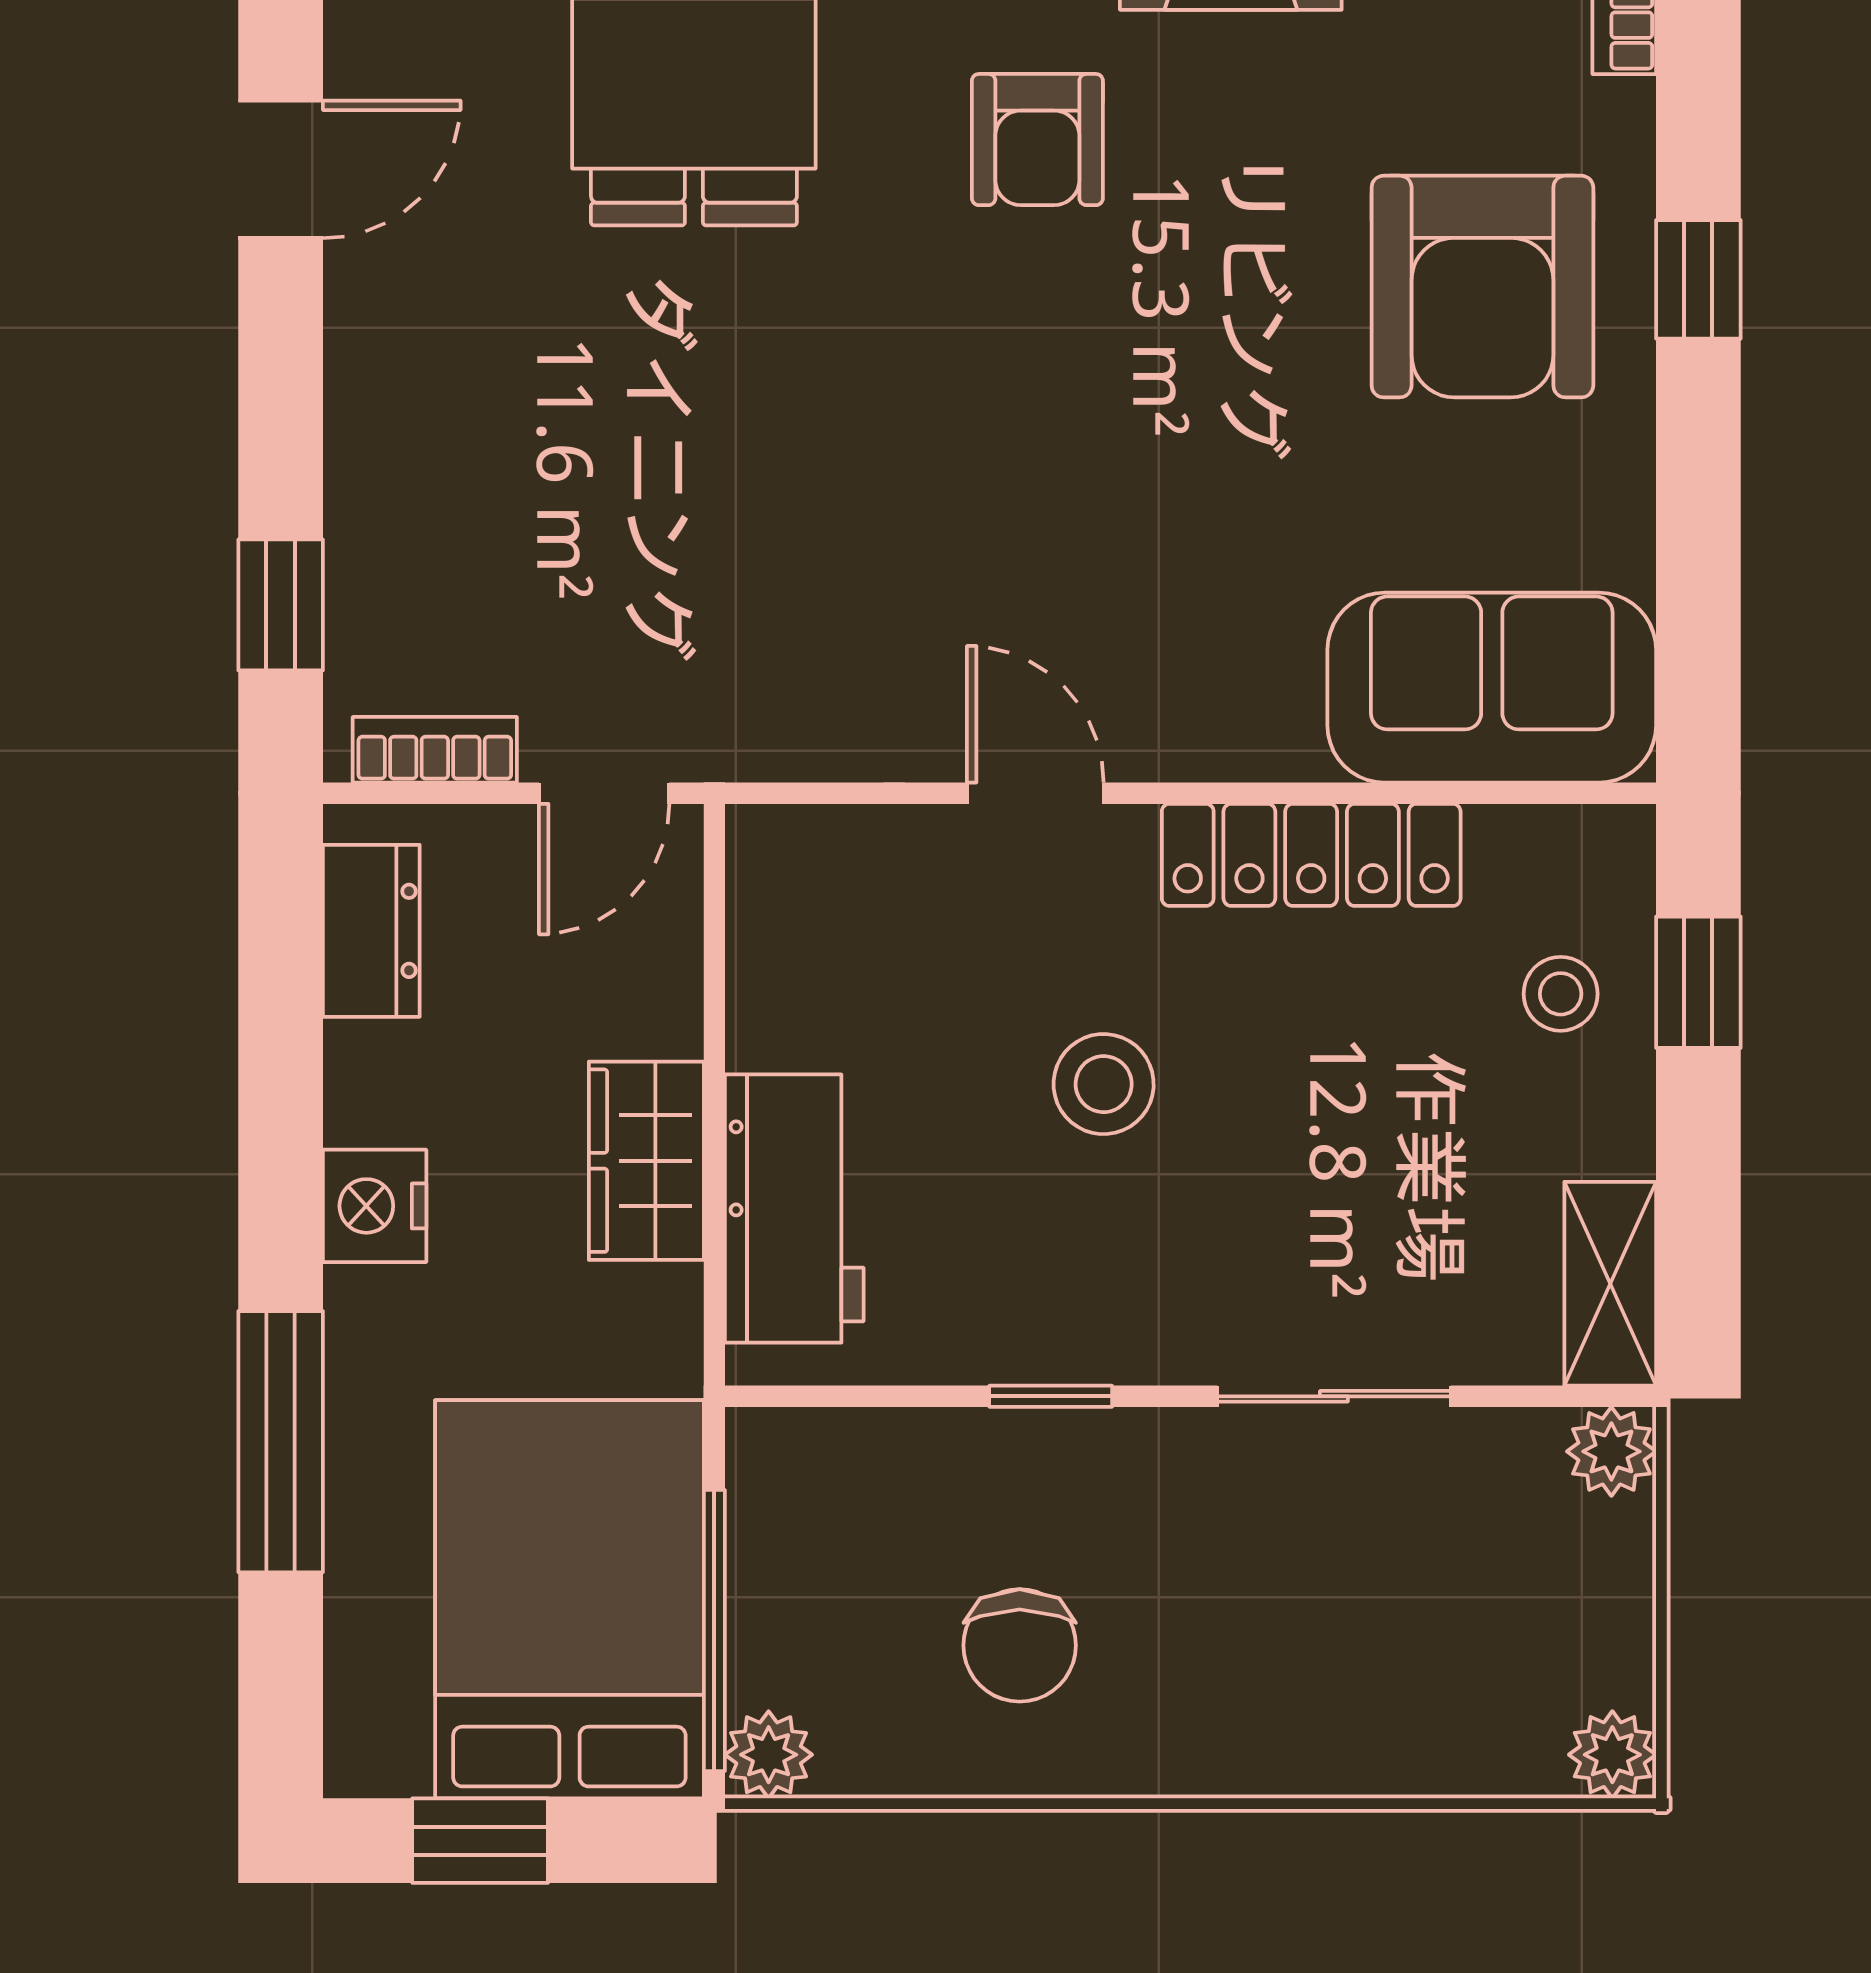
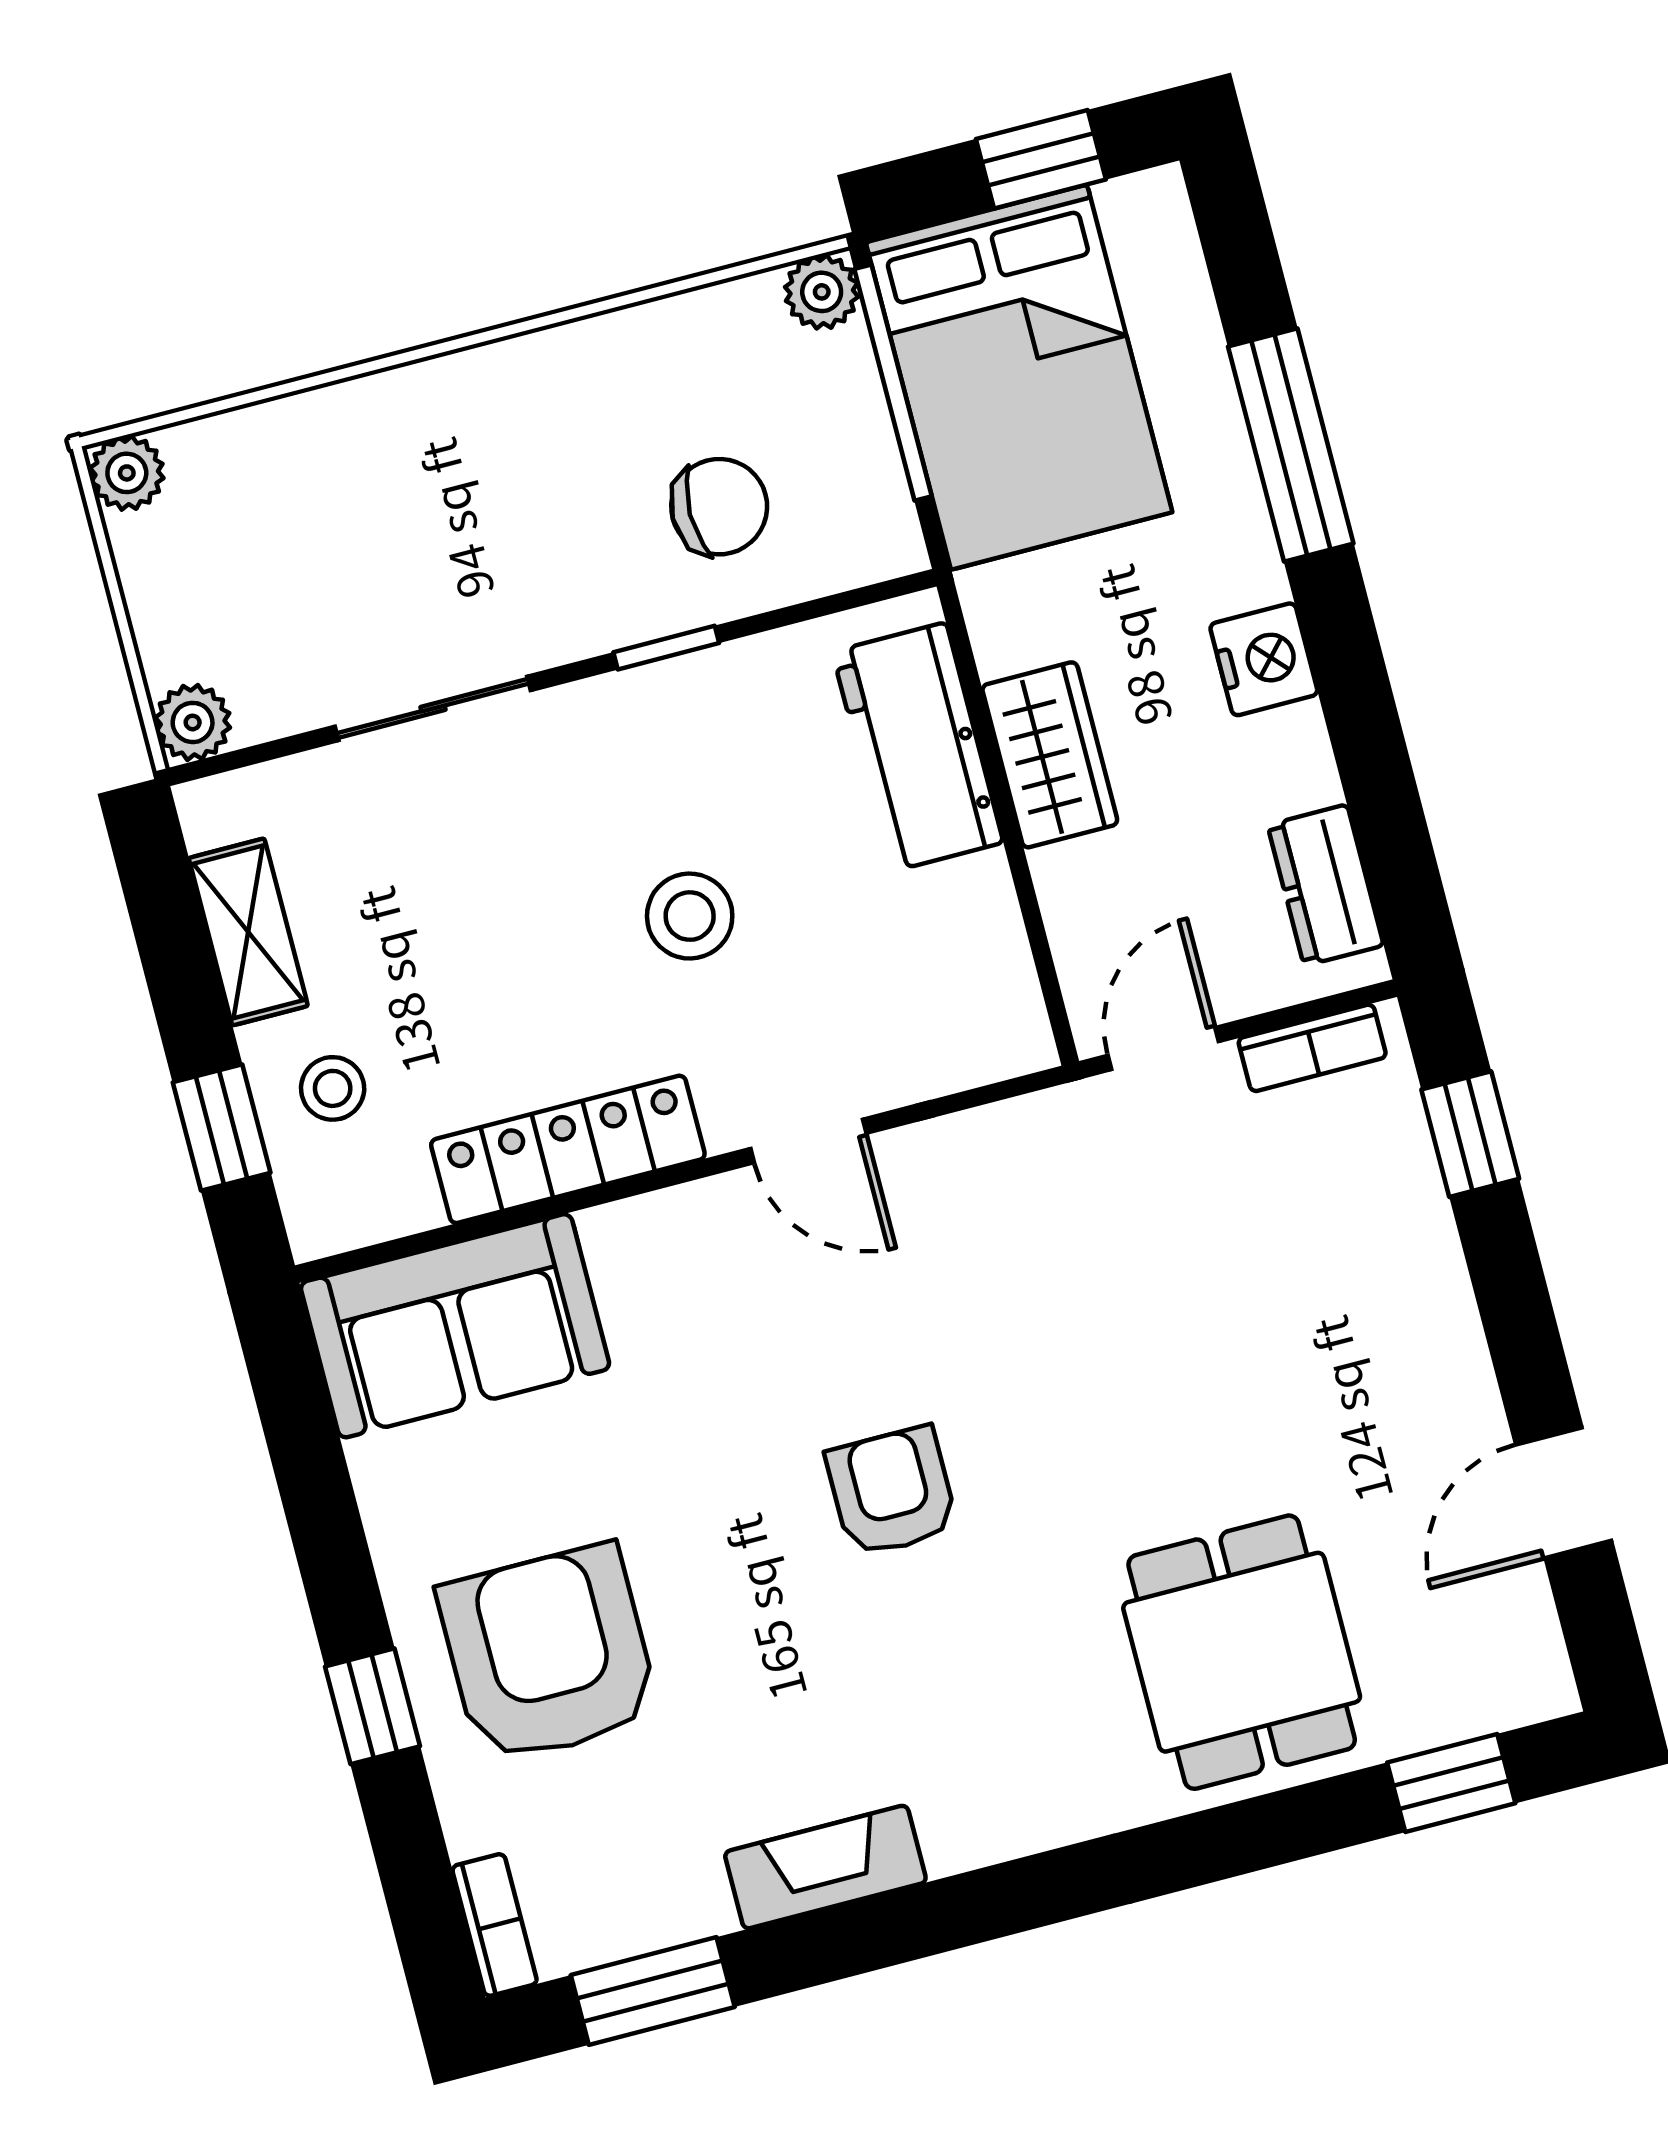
armchair: (1037, 140) -> (892, 1492), moved
shelving: (1610, 1284) -> (248, 932), moved
chair: (1020, 1645) -> (719, 507), moved, turned 90

